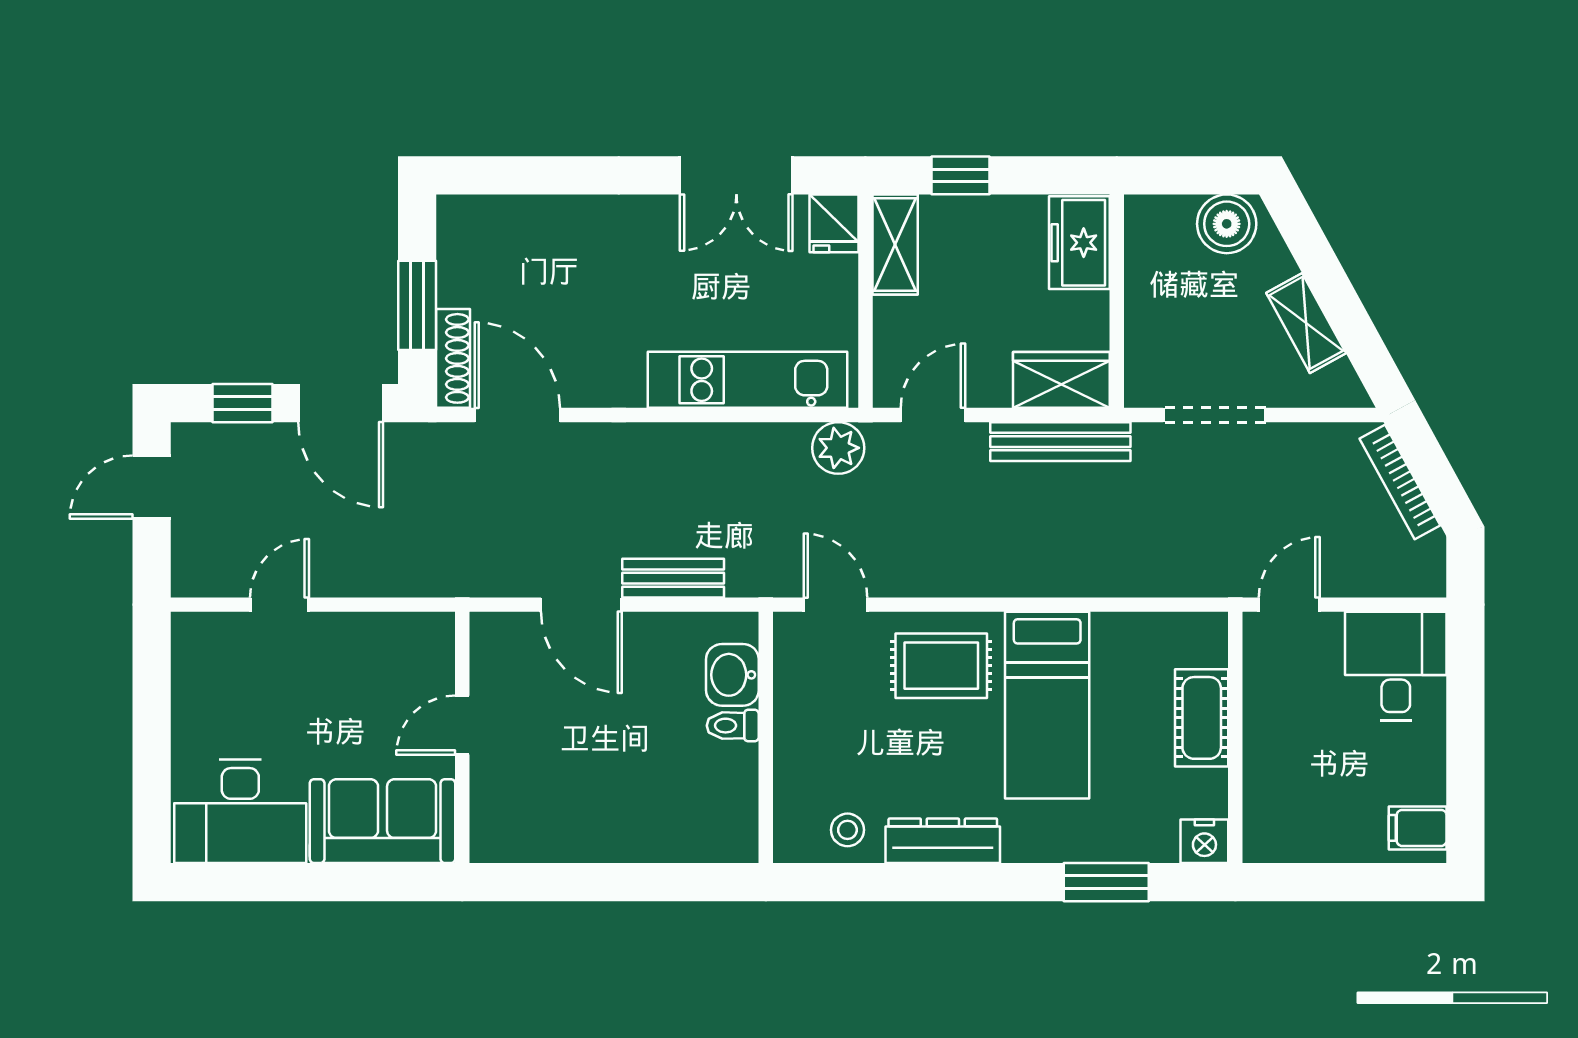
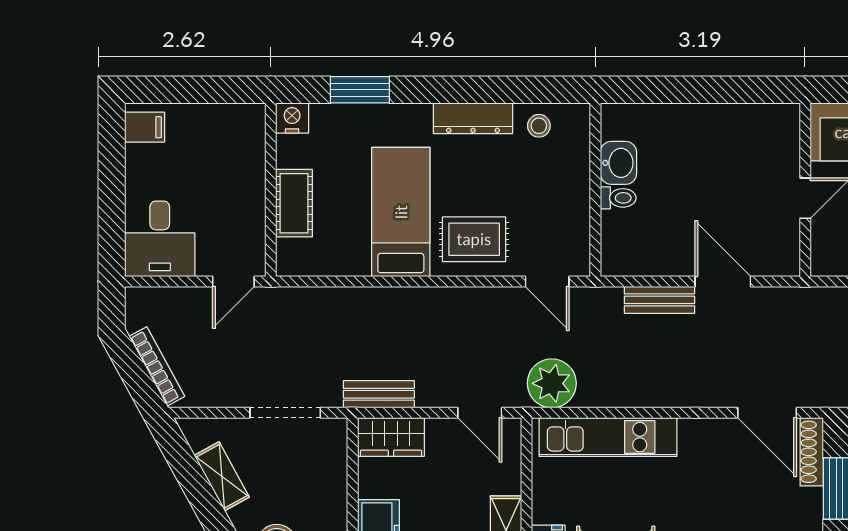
door: (933, 415) -> (480, 413), hinge flipped
bench: (1060, 442) -> (379, 394), width x0.73
plant: (838, 448) -> (552, 383), width x1.36, depth x1.36
washbasin: (732, 675) -> (618, 163), moved

